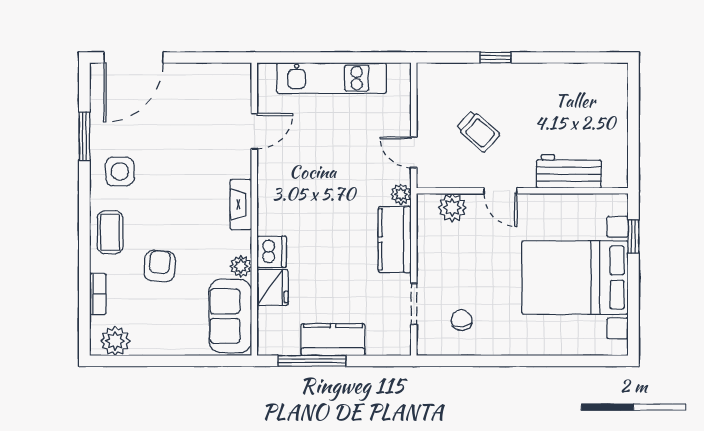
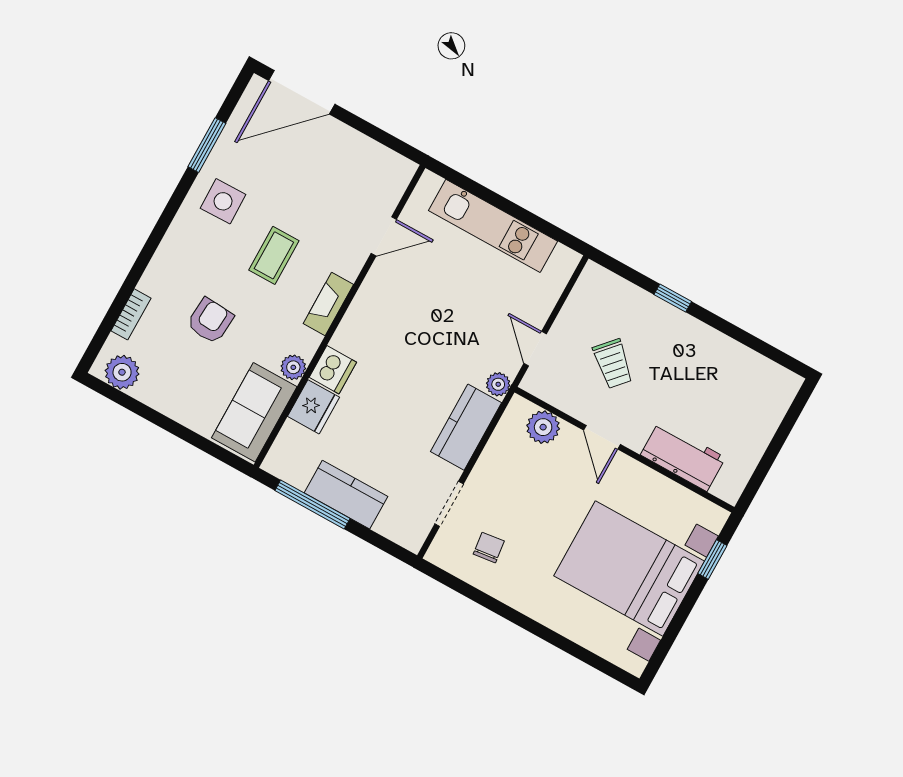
coffee table: (110, 232) -> (274, 255), moved

